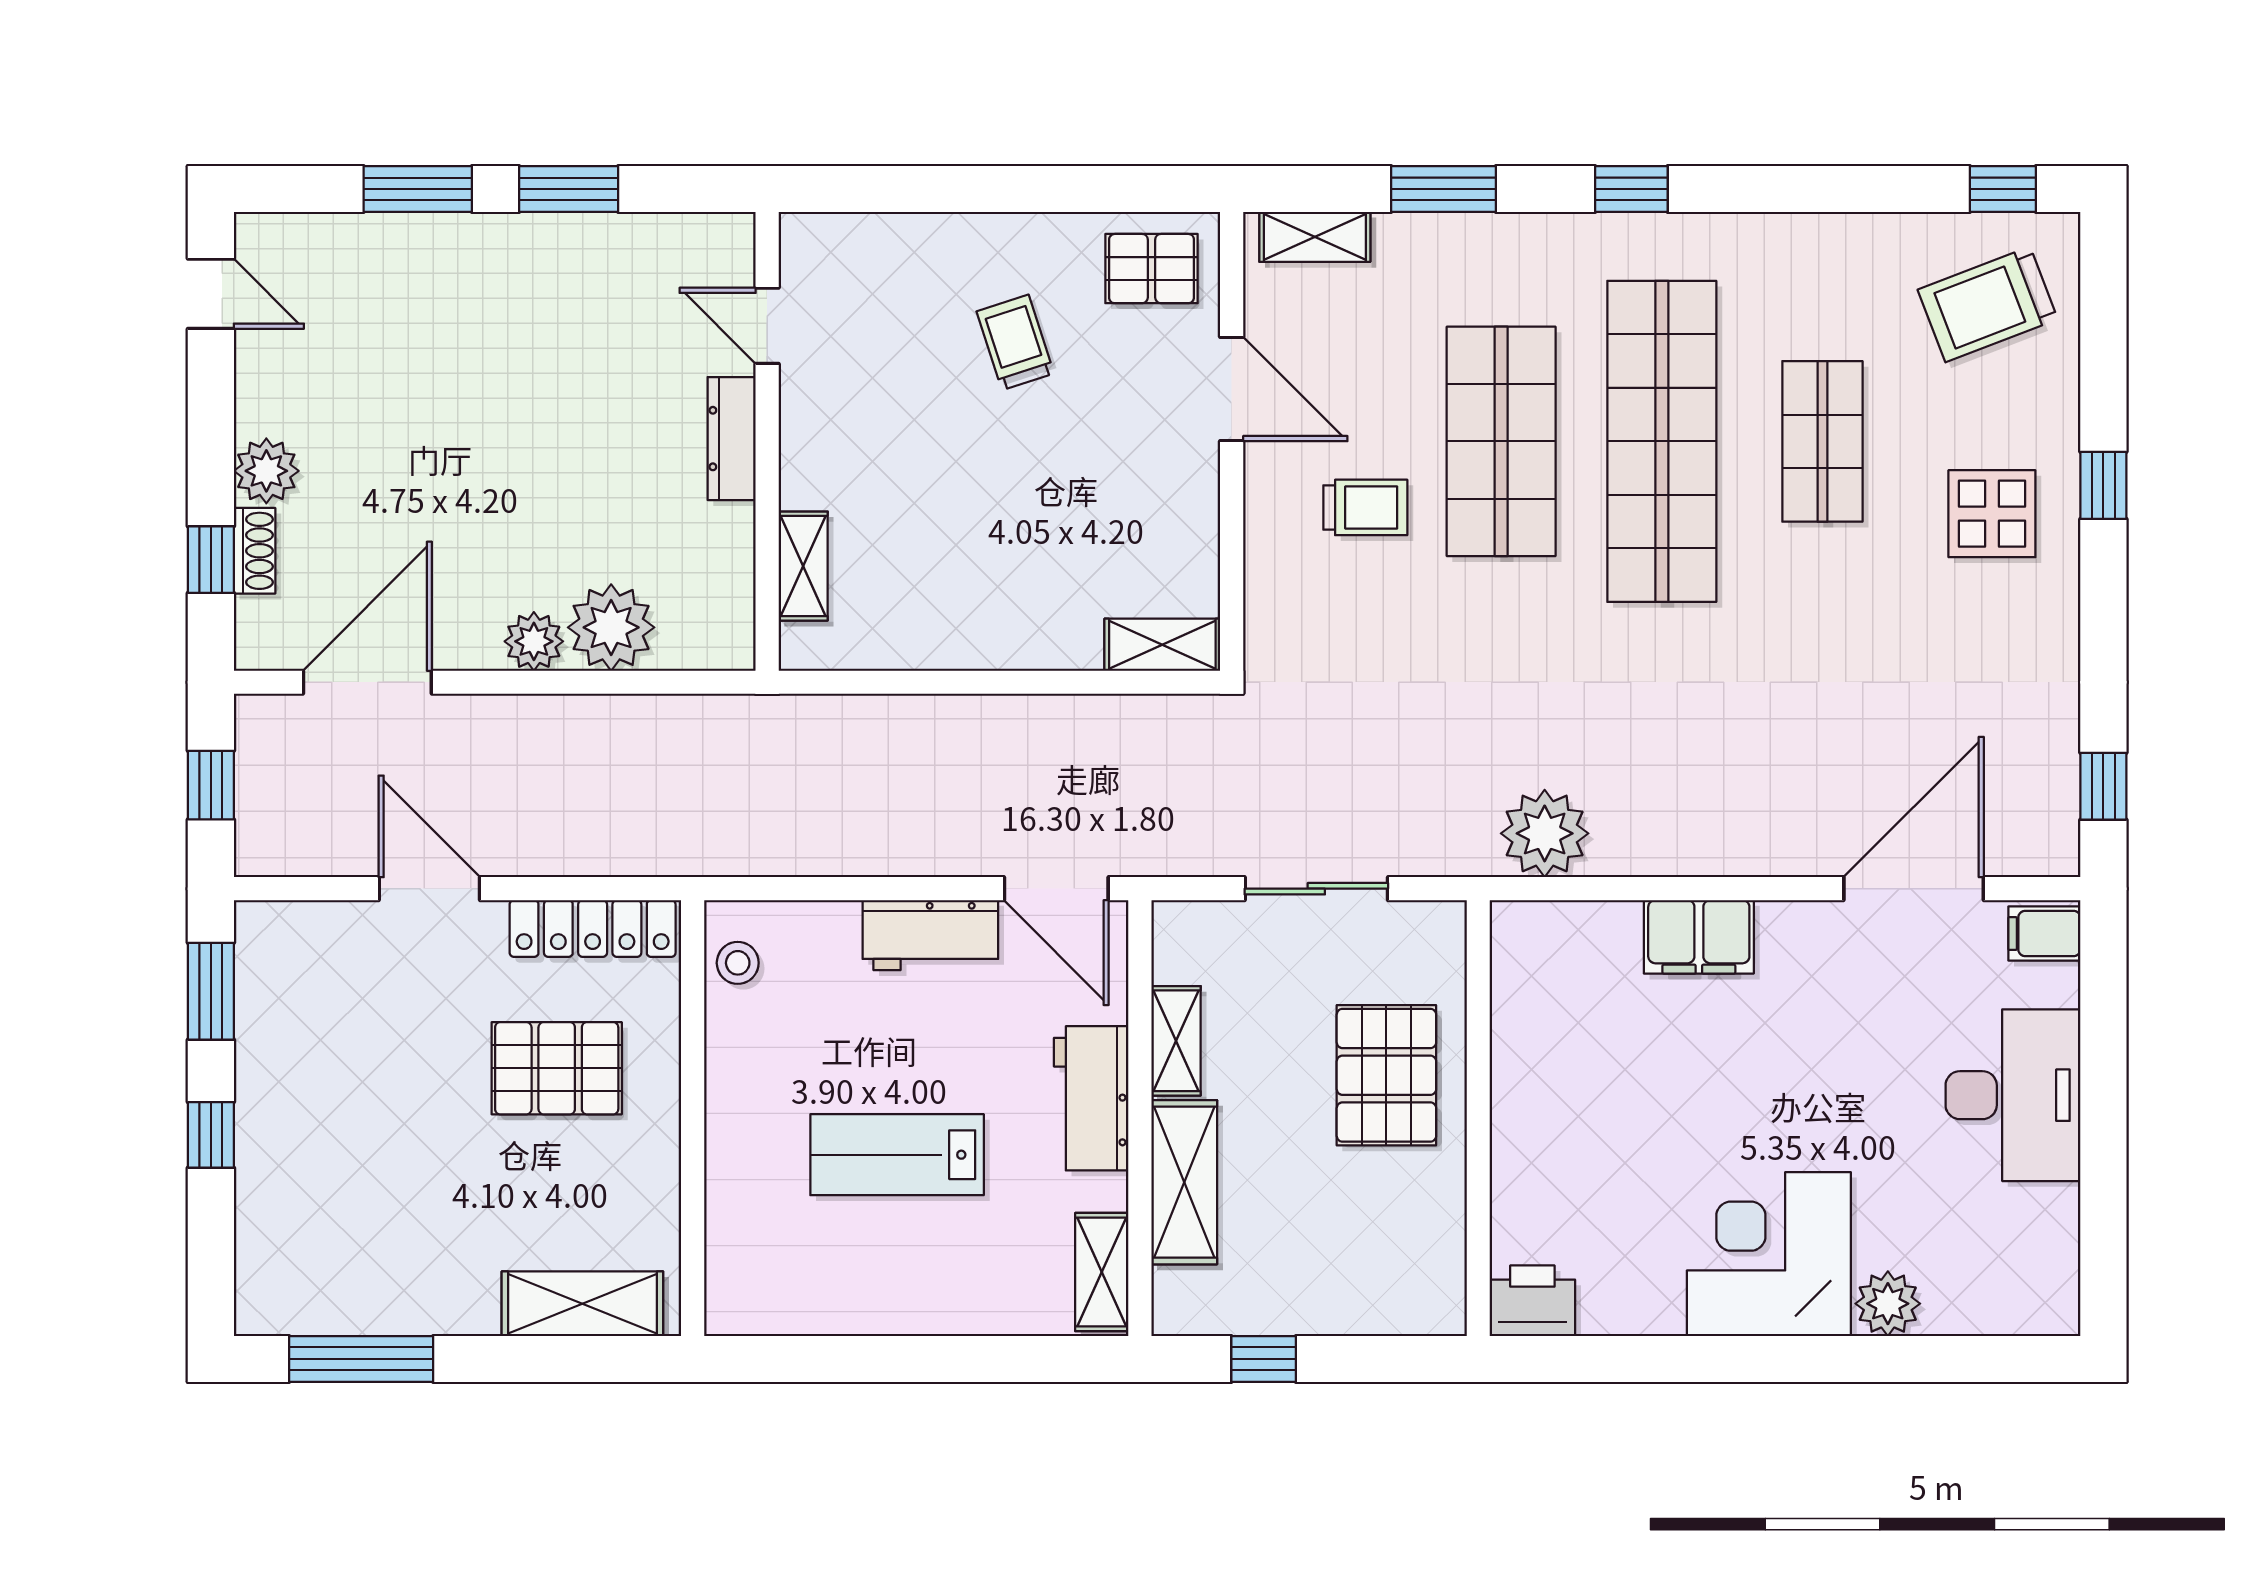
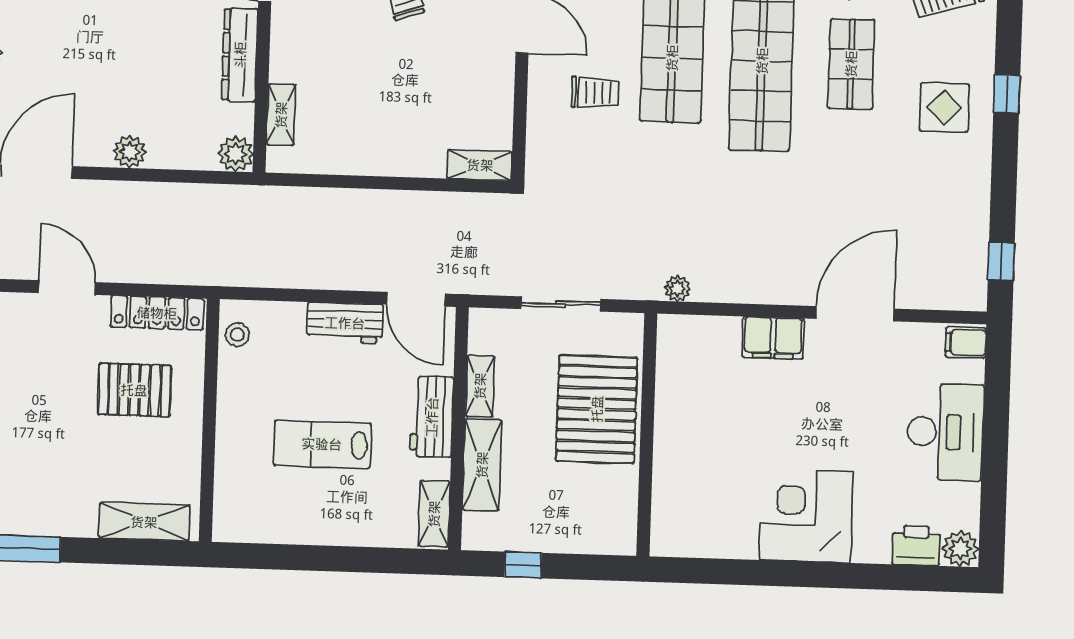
dresser: (732, 439) -> (240, 55), width x1.37, depth x1.24
plant: (611, 627) -> (236, 154), moved, width x0.73, depth x0.73
plant: (1545, 833) -> (677, 288), width x0.53, depth x0.53
door: (1914, 889) -> (855, 314), moved
pallet: (1386, 1075) -> (597, 409), width x1.37, depth x1.41
printer: (1532, 1301) -> (916, 546), moved
plant: (1888, 1304) -> (960, 549), moved

